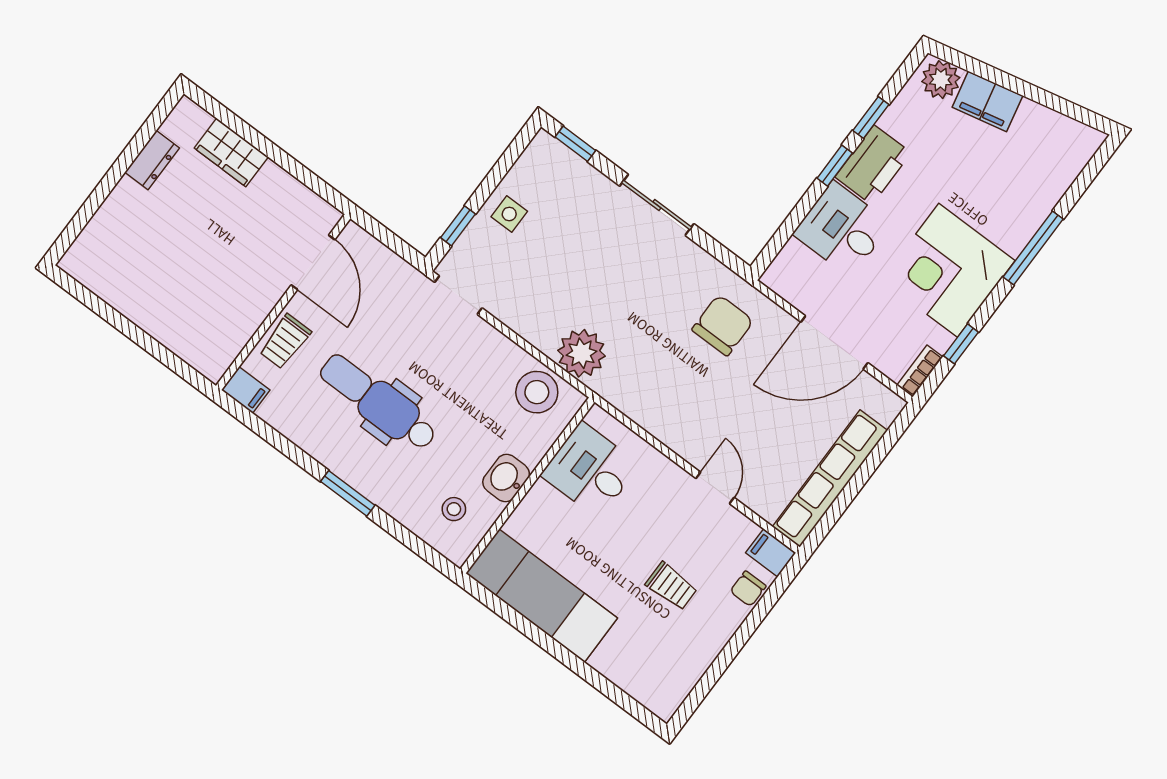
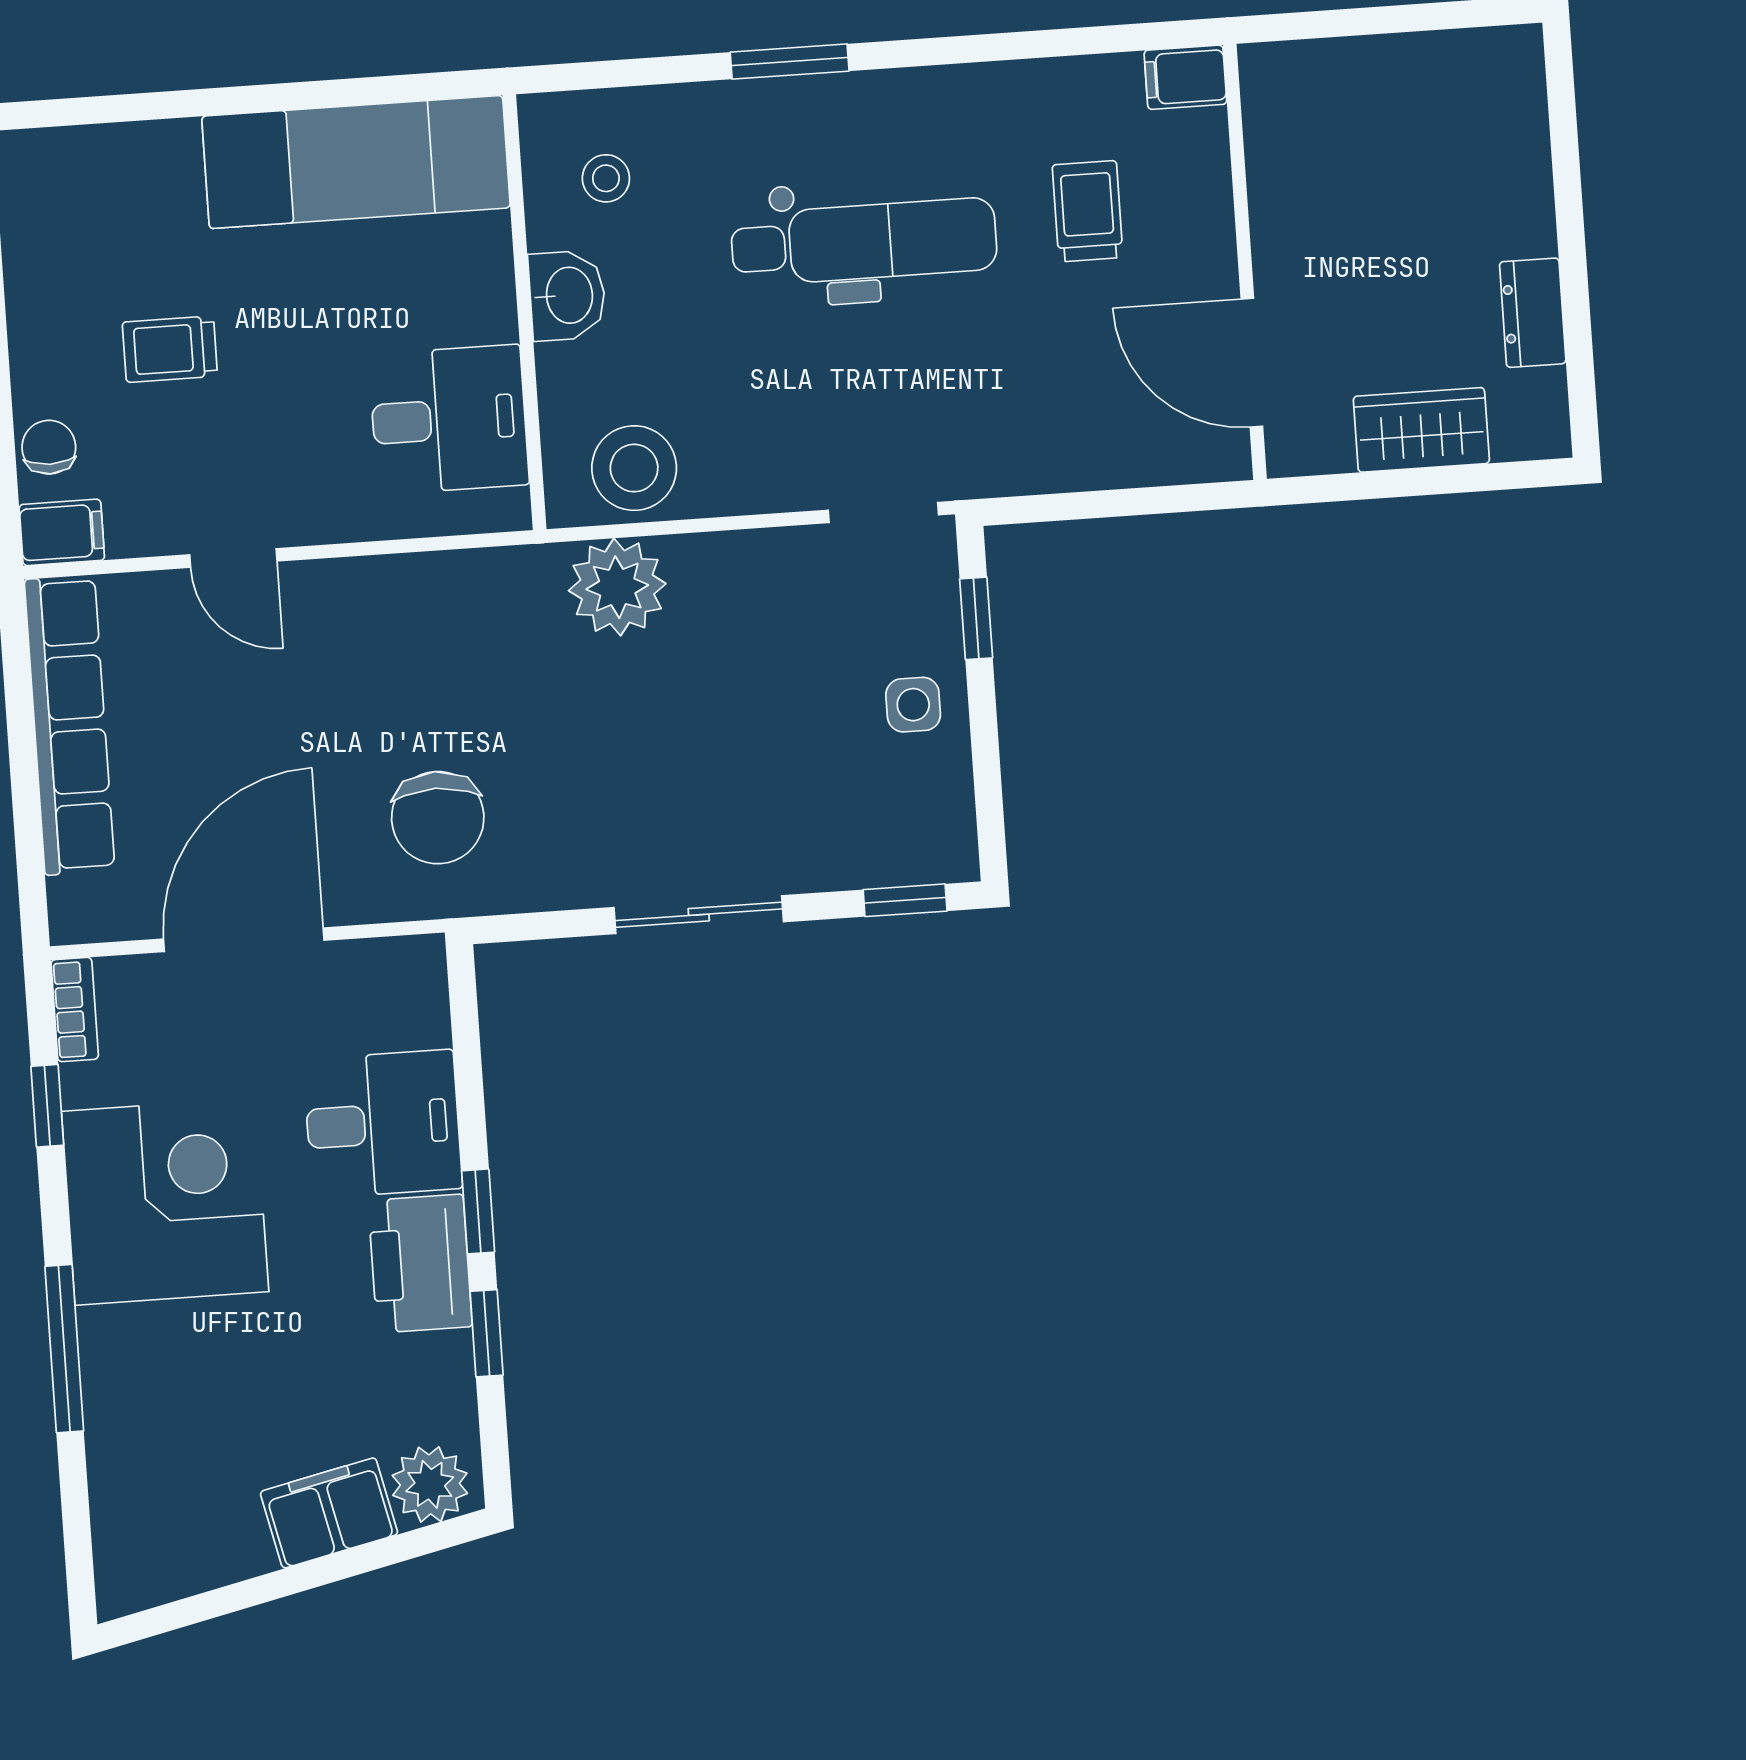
door: (313, 262) -> (1252, 363), moved
wall: (283, 302) -> (1245, 262), moved
filing cabinet: (246, 390) -> (1185, 77), moved

